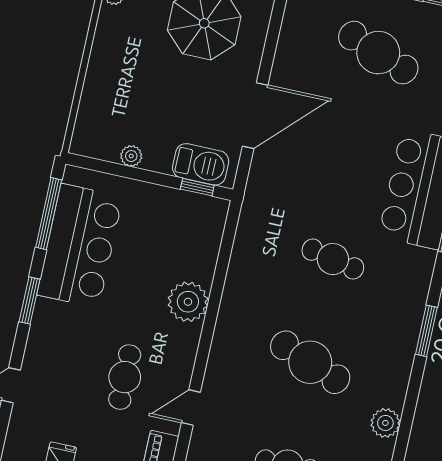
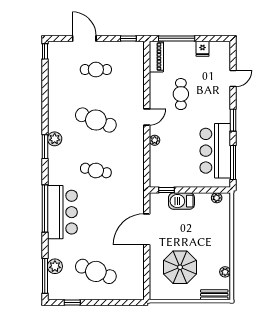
plant: (131, 156) -> (217, 198), moved
barbecue: (201, 164) -> (181, 201), moved
plant: (188, 302) -> (155, 140), width x0.53, depth x0.53
door: (191, 407) -> (147, 117), moved
plant: (385, 423) -> (55, 139), moved

